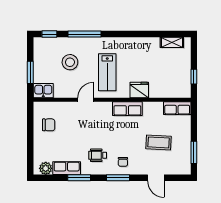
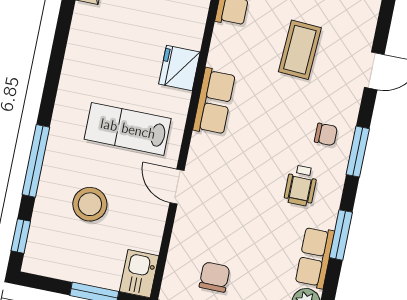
lab bench: (107, 72) -> (128, 129), turned 180

